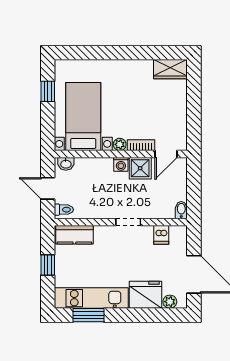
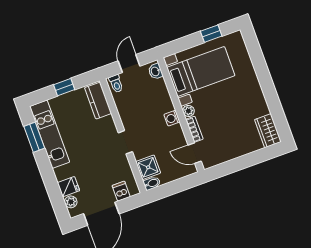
shower: (140, 168) -> (148, 167), moved
dishwasher: (161, 235) -> (121, 191), moved, turned 90
fridge: (146, 295) -> (69, 187), width x0.53, depth x0.75

